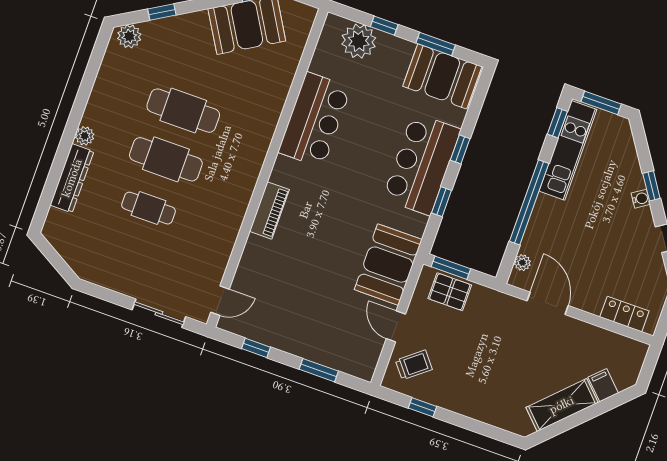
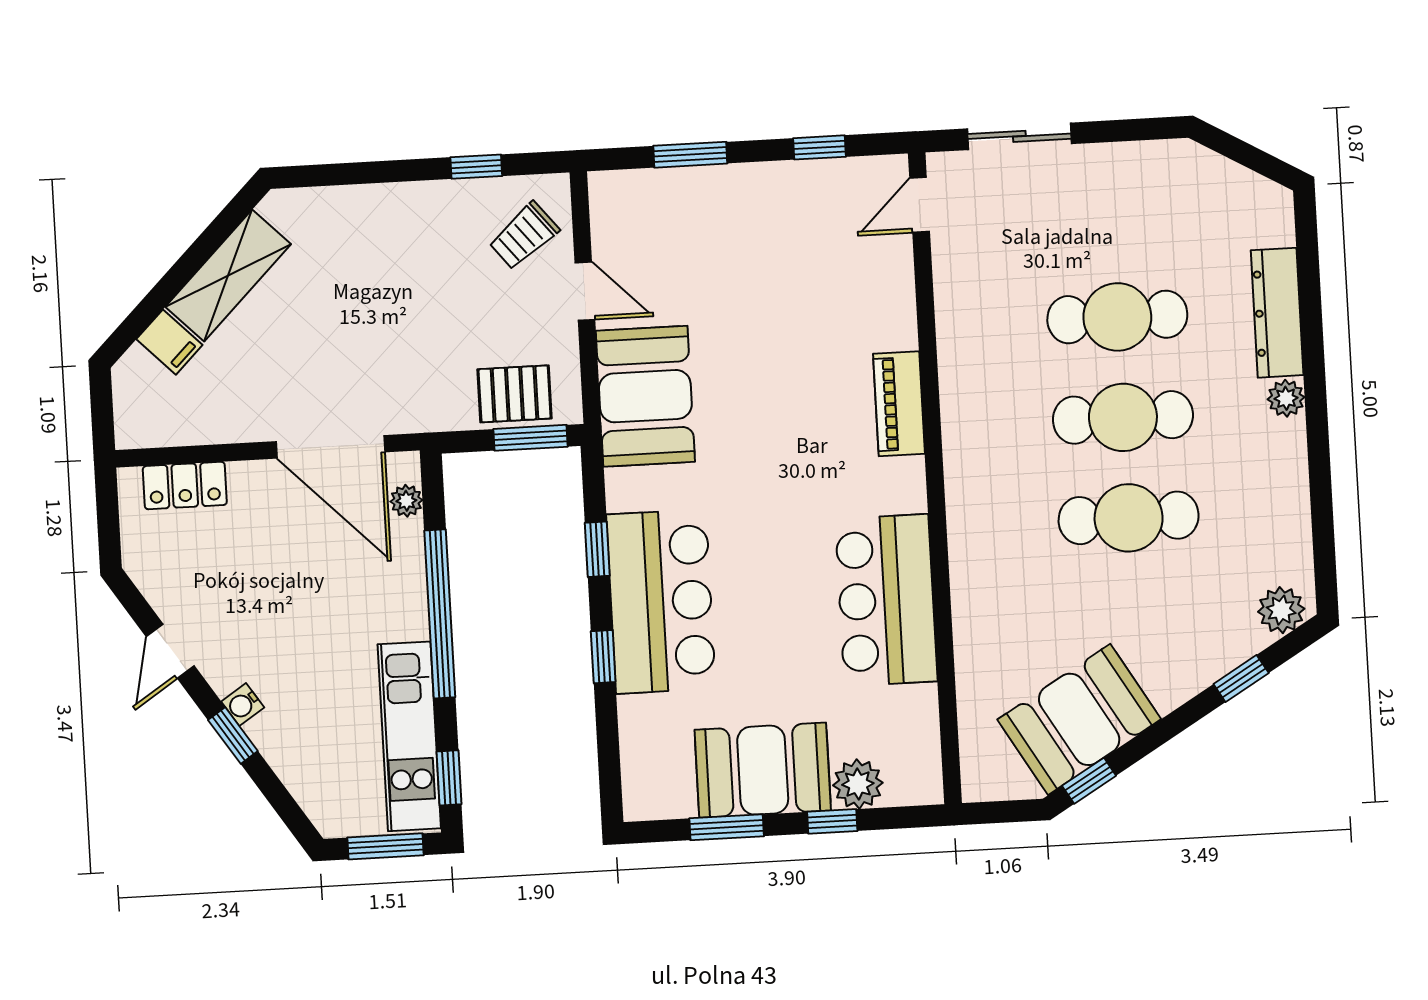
plant: (359, 41) -> (858, 784), width x0.73, depth x0.73
booth: (442, 76) -> (763, 770), moved
cafe table: (149, 208) -> (1117, 317), width x1.37, depth x1.35
door: (548, 303) -> (331, 447), width x1.36

